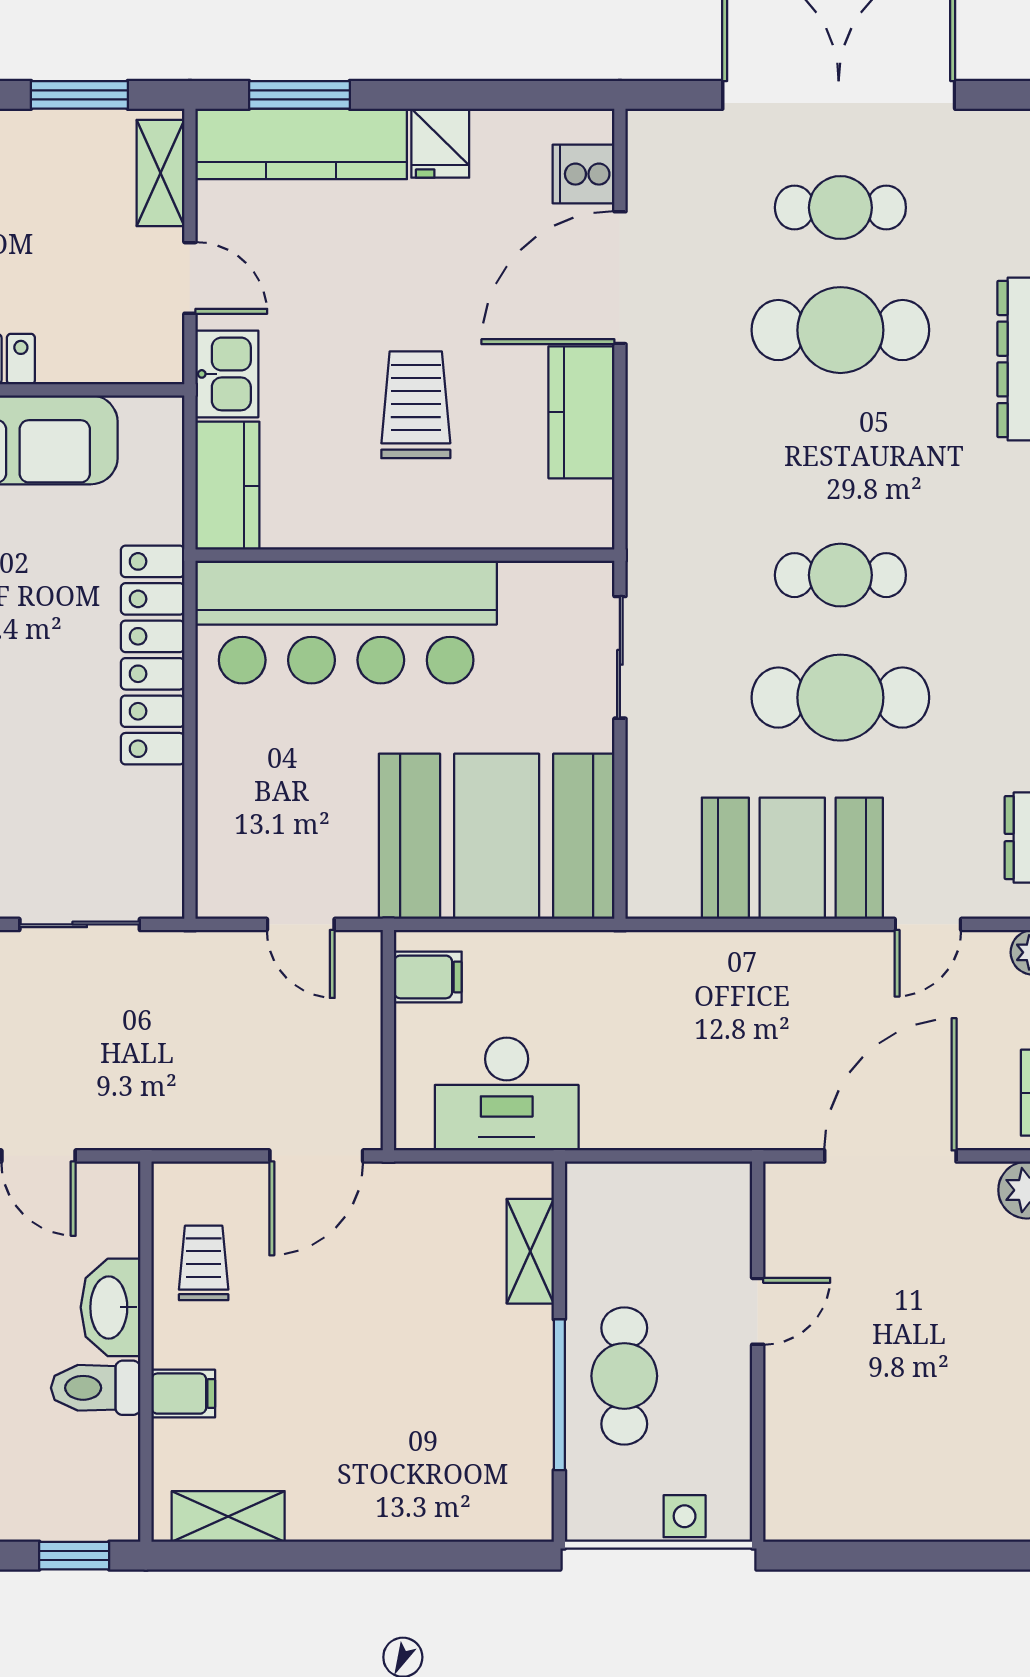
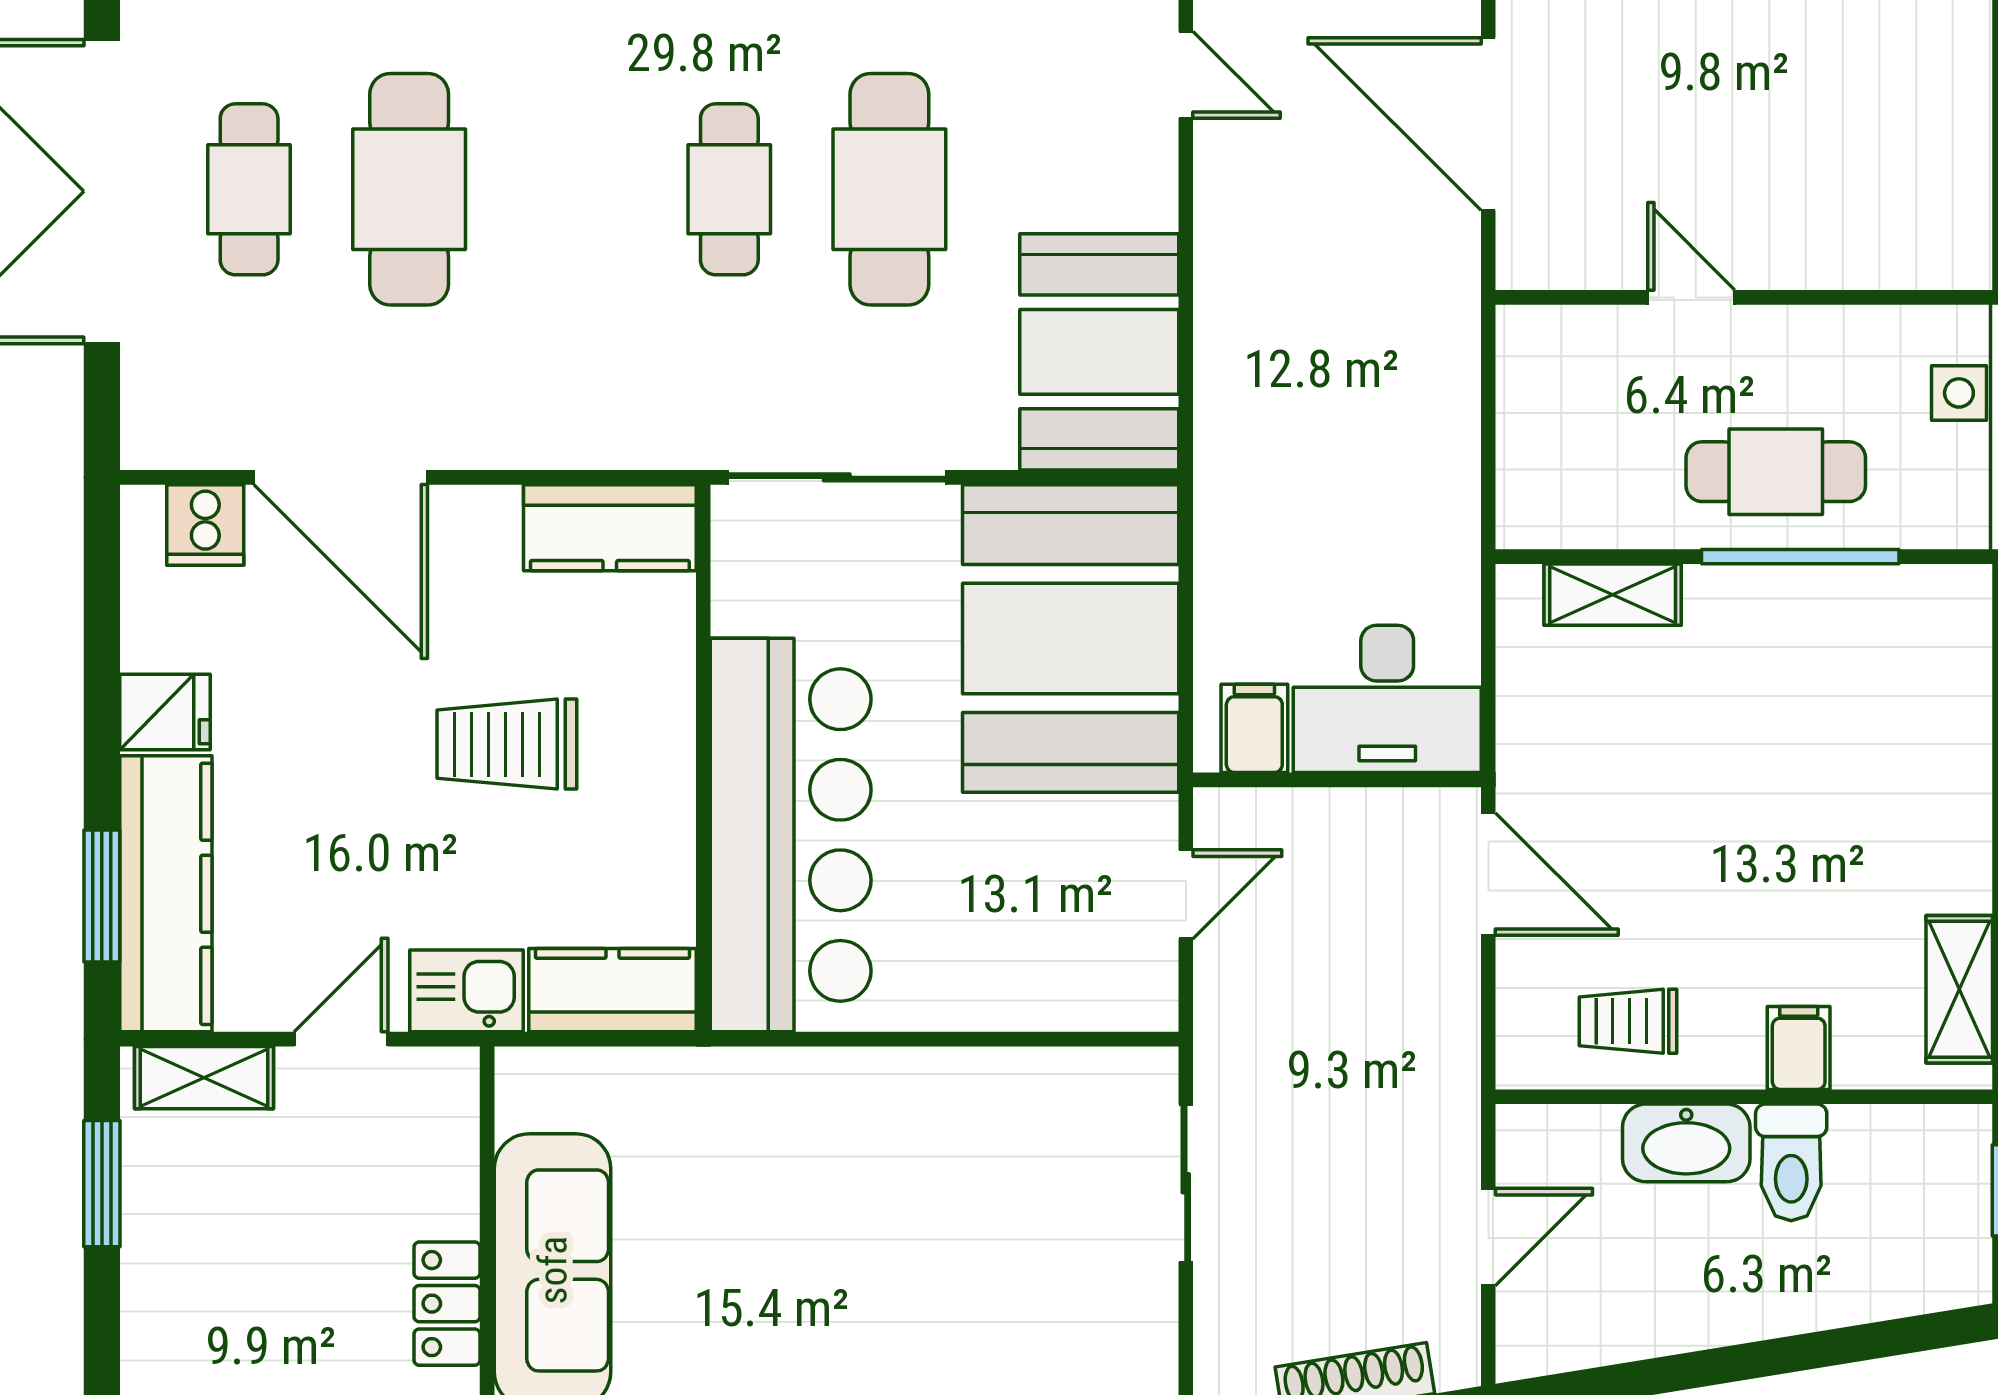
kitchen counter: (581, 412) -> (610, 528), moved
locker: (153, 655) -> (834, 1088), removed
sliding door: (620, 657) -> (837, 477), width x1.37
booth: (792, 858) -> (1099, 352), moved
desk: (507, 1094) -> (1387, 699), moved, turned 90

